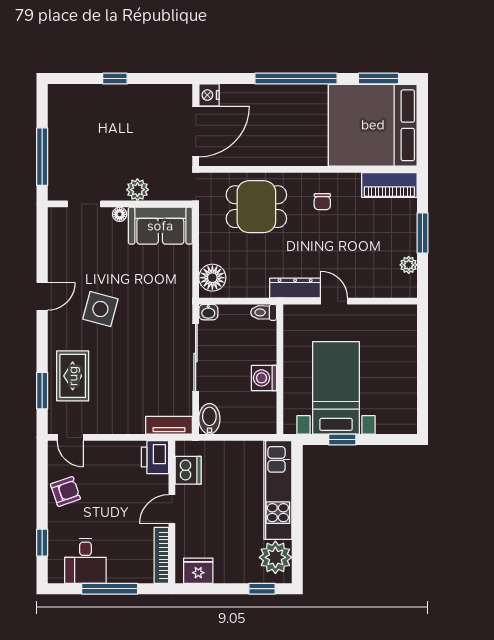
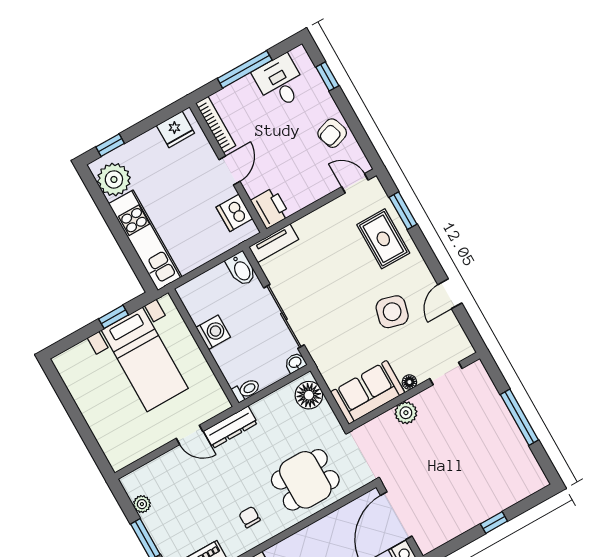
plant: (137, 190) -> (406, 413), moved
doorway: (84, 204) -> (446, 374), moved
wall: (120, 204) -> (414, 391), moved
floor lamp: (120, 214) -> (409, 382), moved
sofa: (160, 226) -> (368, 392), moved

